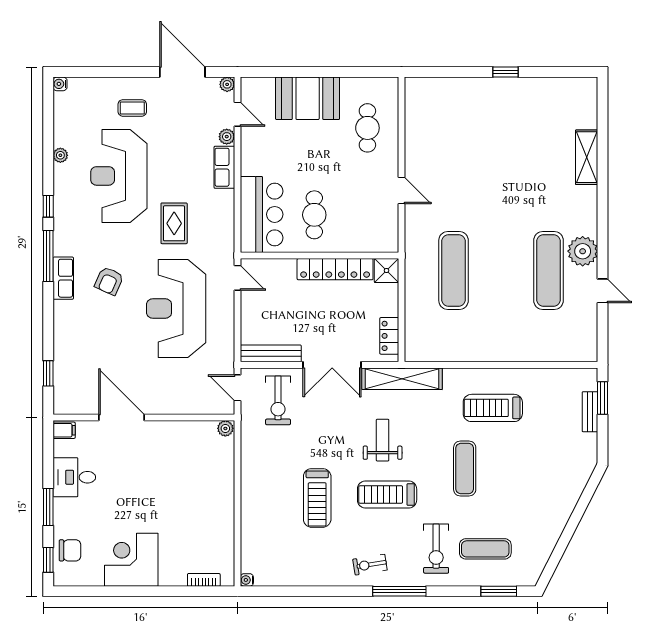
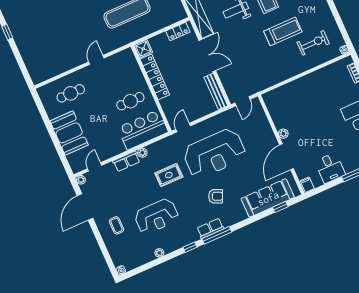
plant: (227, 137) -> (142, 153), moved
reception desk: (119, 176) -> (156, 216), width x0.74, depth x0.77
row of seats: (63, 278) -> (210, 228), moved
sofa: (71, 360) -> (268, 198), added
exercise bike: (278, 400) -> (313, 43), moved
plant: (225, 428) -> (283, 134), moved

